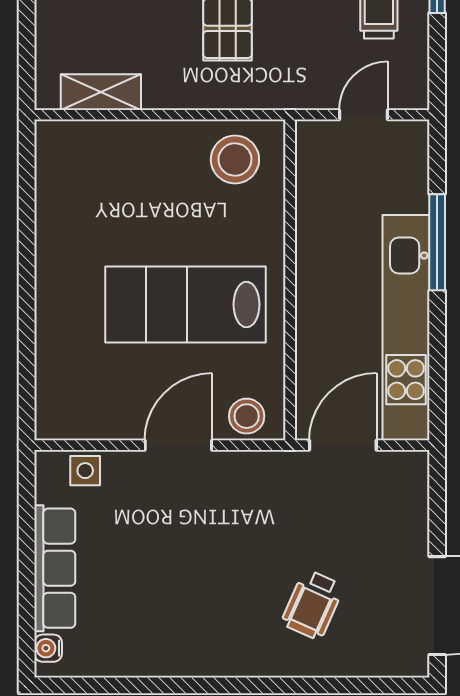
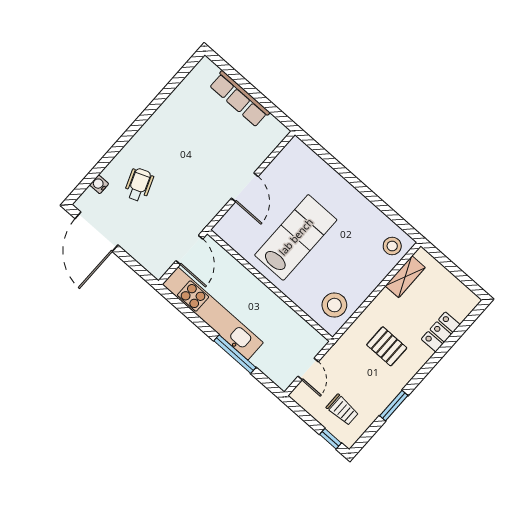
stool: (247, 416) -> (392, 246), moved
side table: (85, 471) -> (266, 143), removed
wheelchair: (313, 605) -> (139, 185), turned 45
water cooler: (48, 648) -> (99, 184), moved, turned -90

